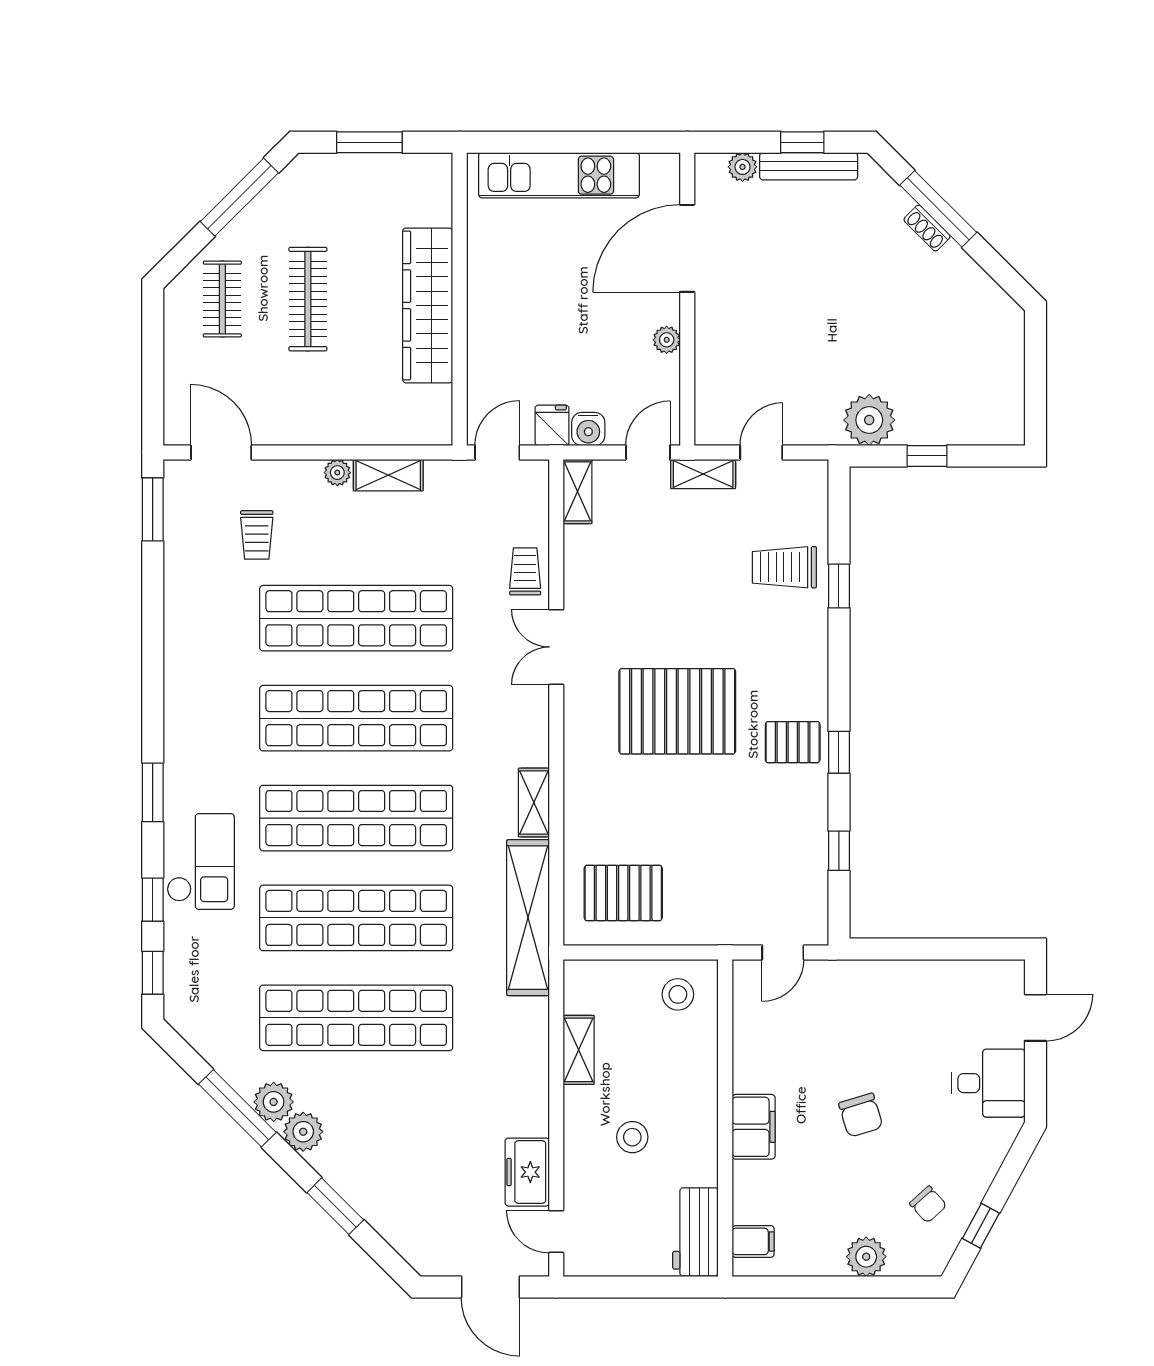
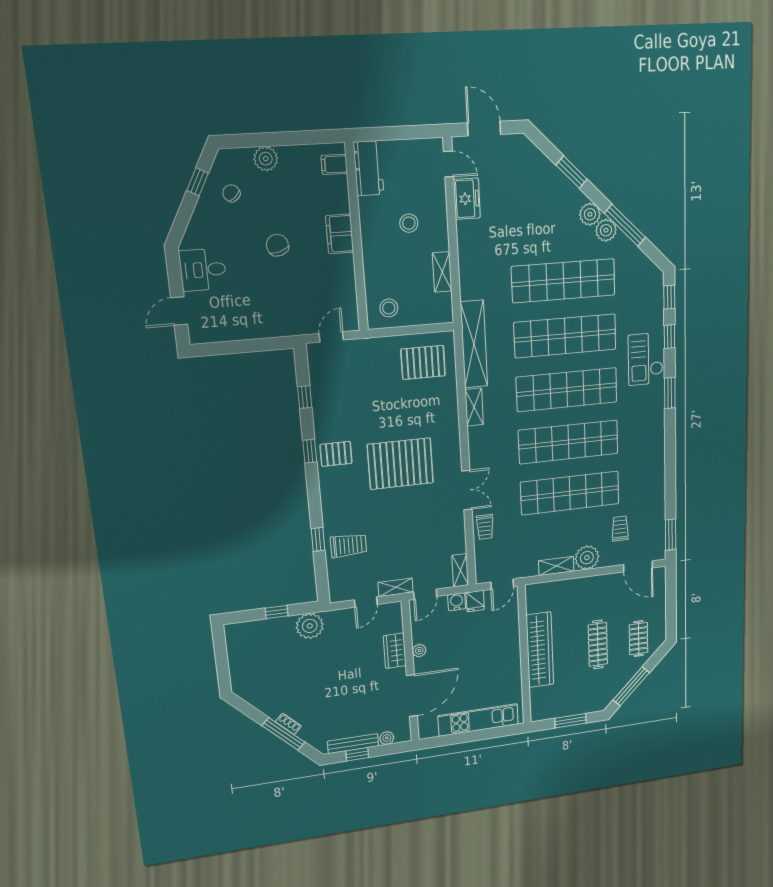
wardrobe: (714, 347) -> (395, 651), added
plant: (337, 473) -> (587, 558), width x1.87, depth x1.87

